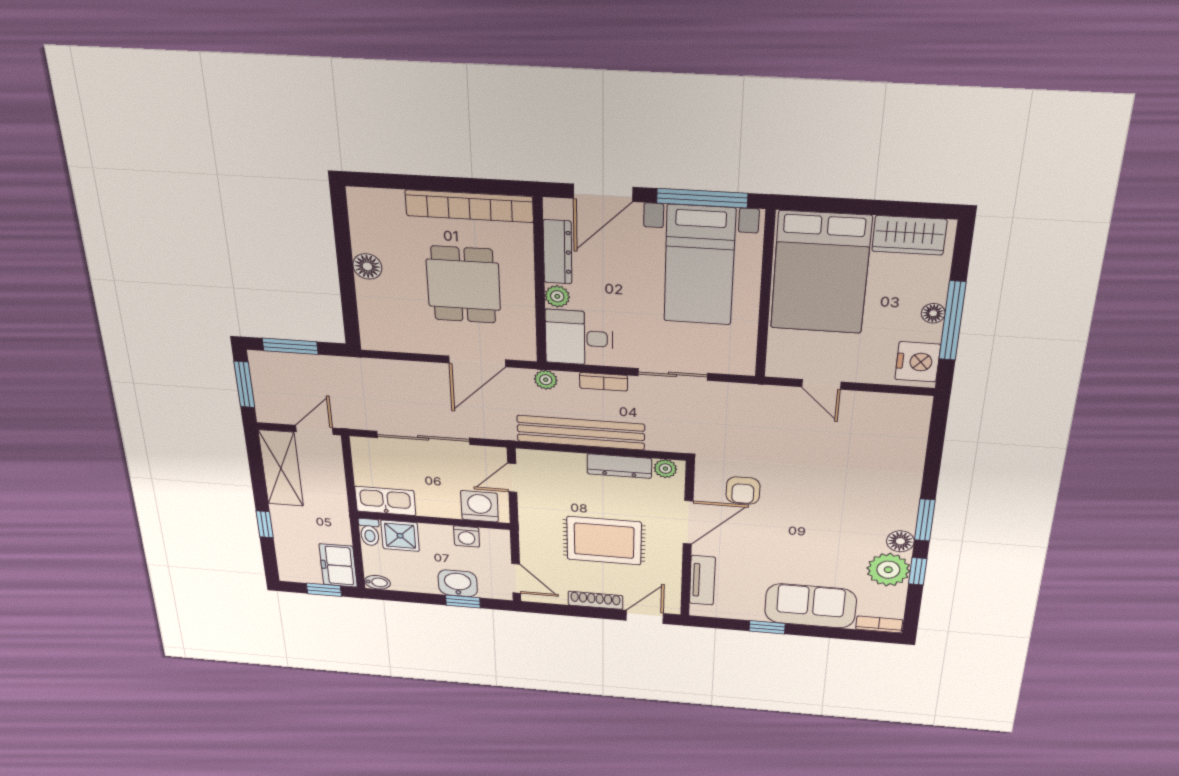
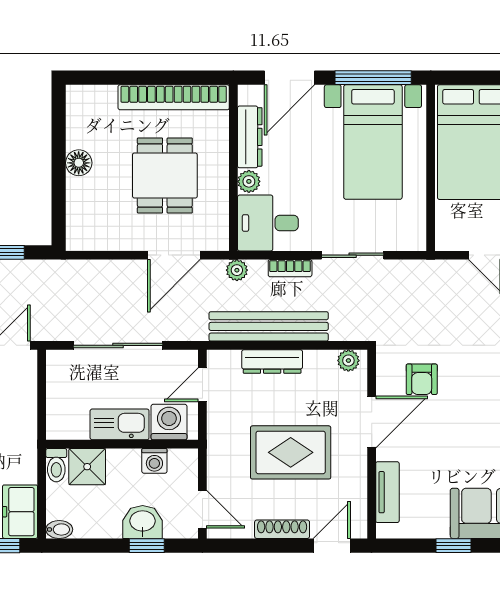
dresser: (619, 466) -> (272, 362), moved
kitchen sink: (385, 501) -> (120, 424), moved

